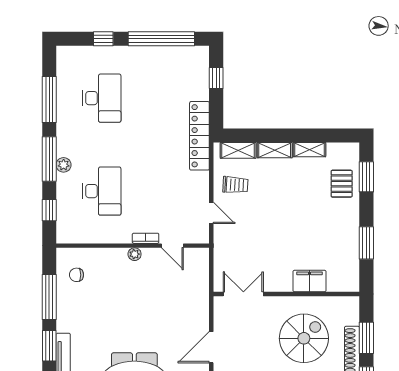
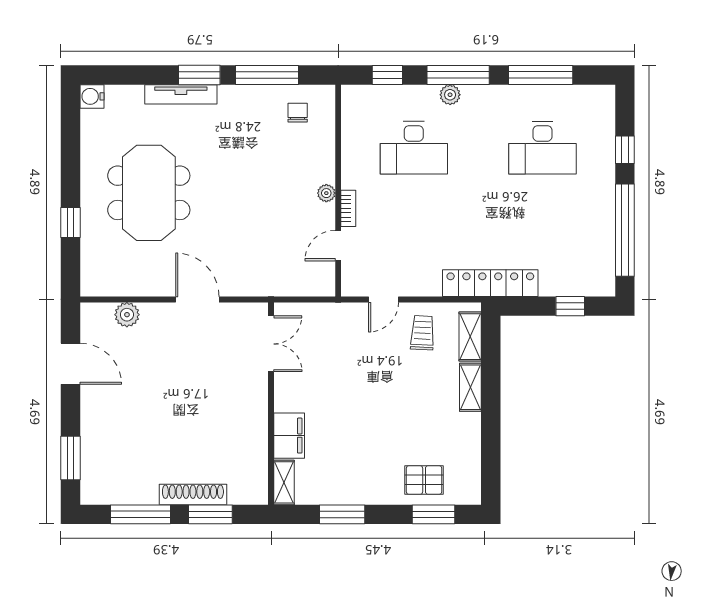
shelving: (310, 150) -> (284, 482), moved
trolley: (235, 185) -> (422, 333), turned 180
spiral stairs: (304, 338) -> (210, 428), removed

